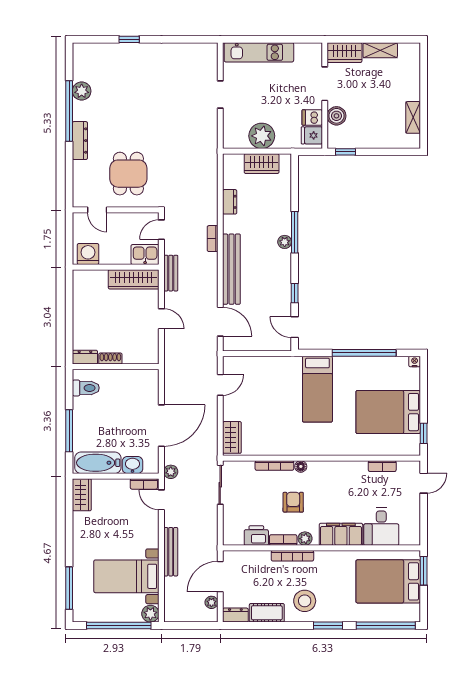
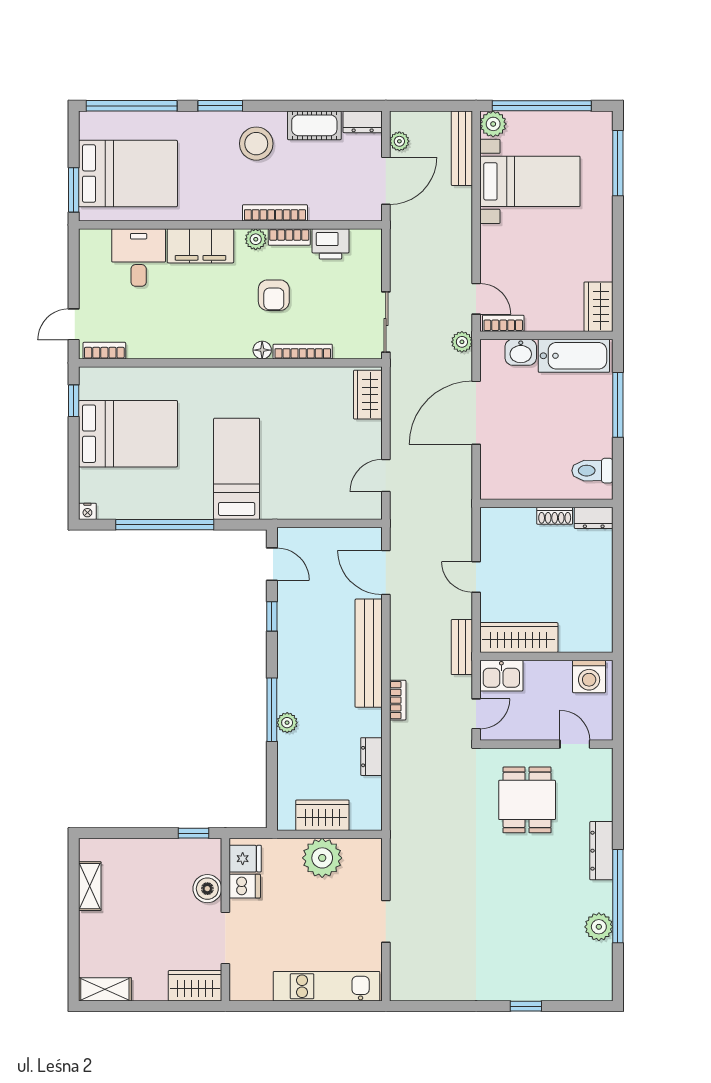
shelving: (380, 50) -> (105, 989), moved
plant: (285, 242) -> (287, 723), moved
bookcase: (382, 466) -> (104, 351), moved
bench: (171, 552) -> (462, 148), moved

